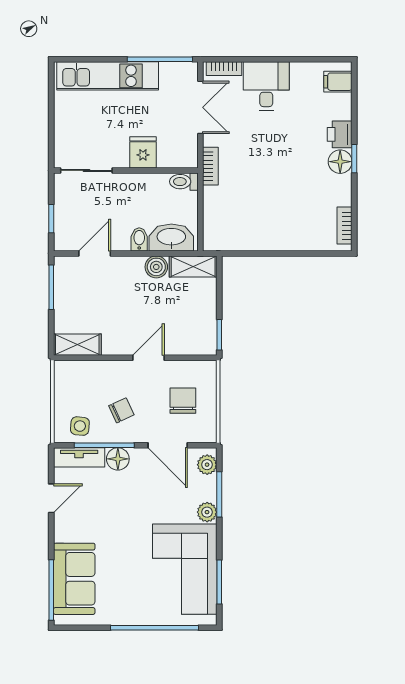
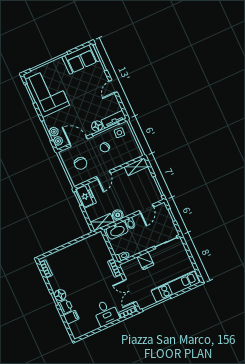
filing cabinet: (338, 82) -> (71, 317), moved
freezer: (202, 332) -> (86, 196), added
door: (51, 498) -> (113, 87), moved
plant: (207, 512) -> (54, 132), moved
sofa: (74, 579) -> (81, 59), moved, turned -90

